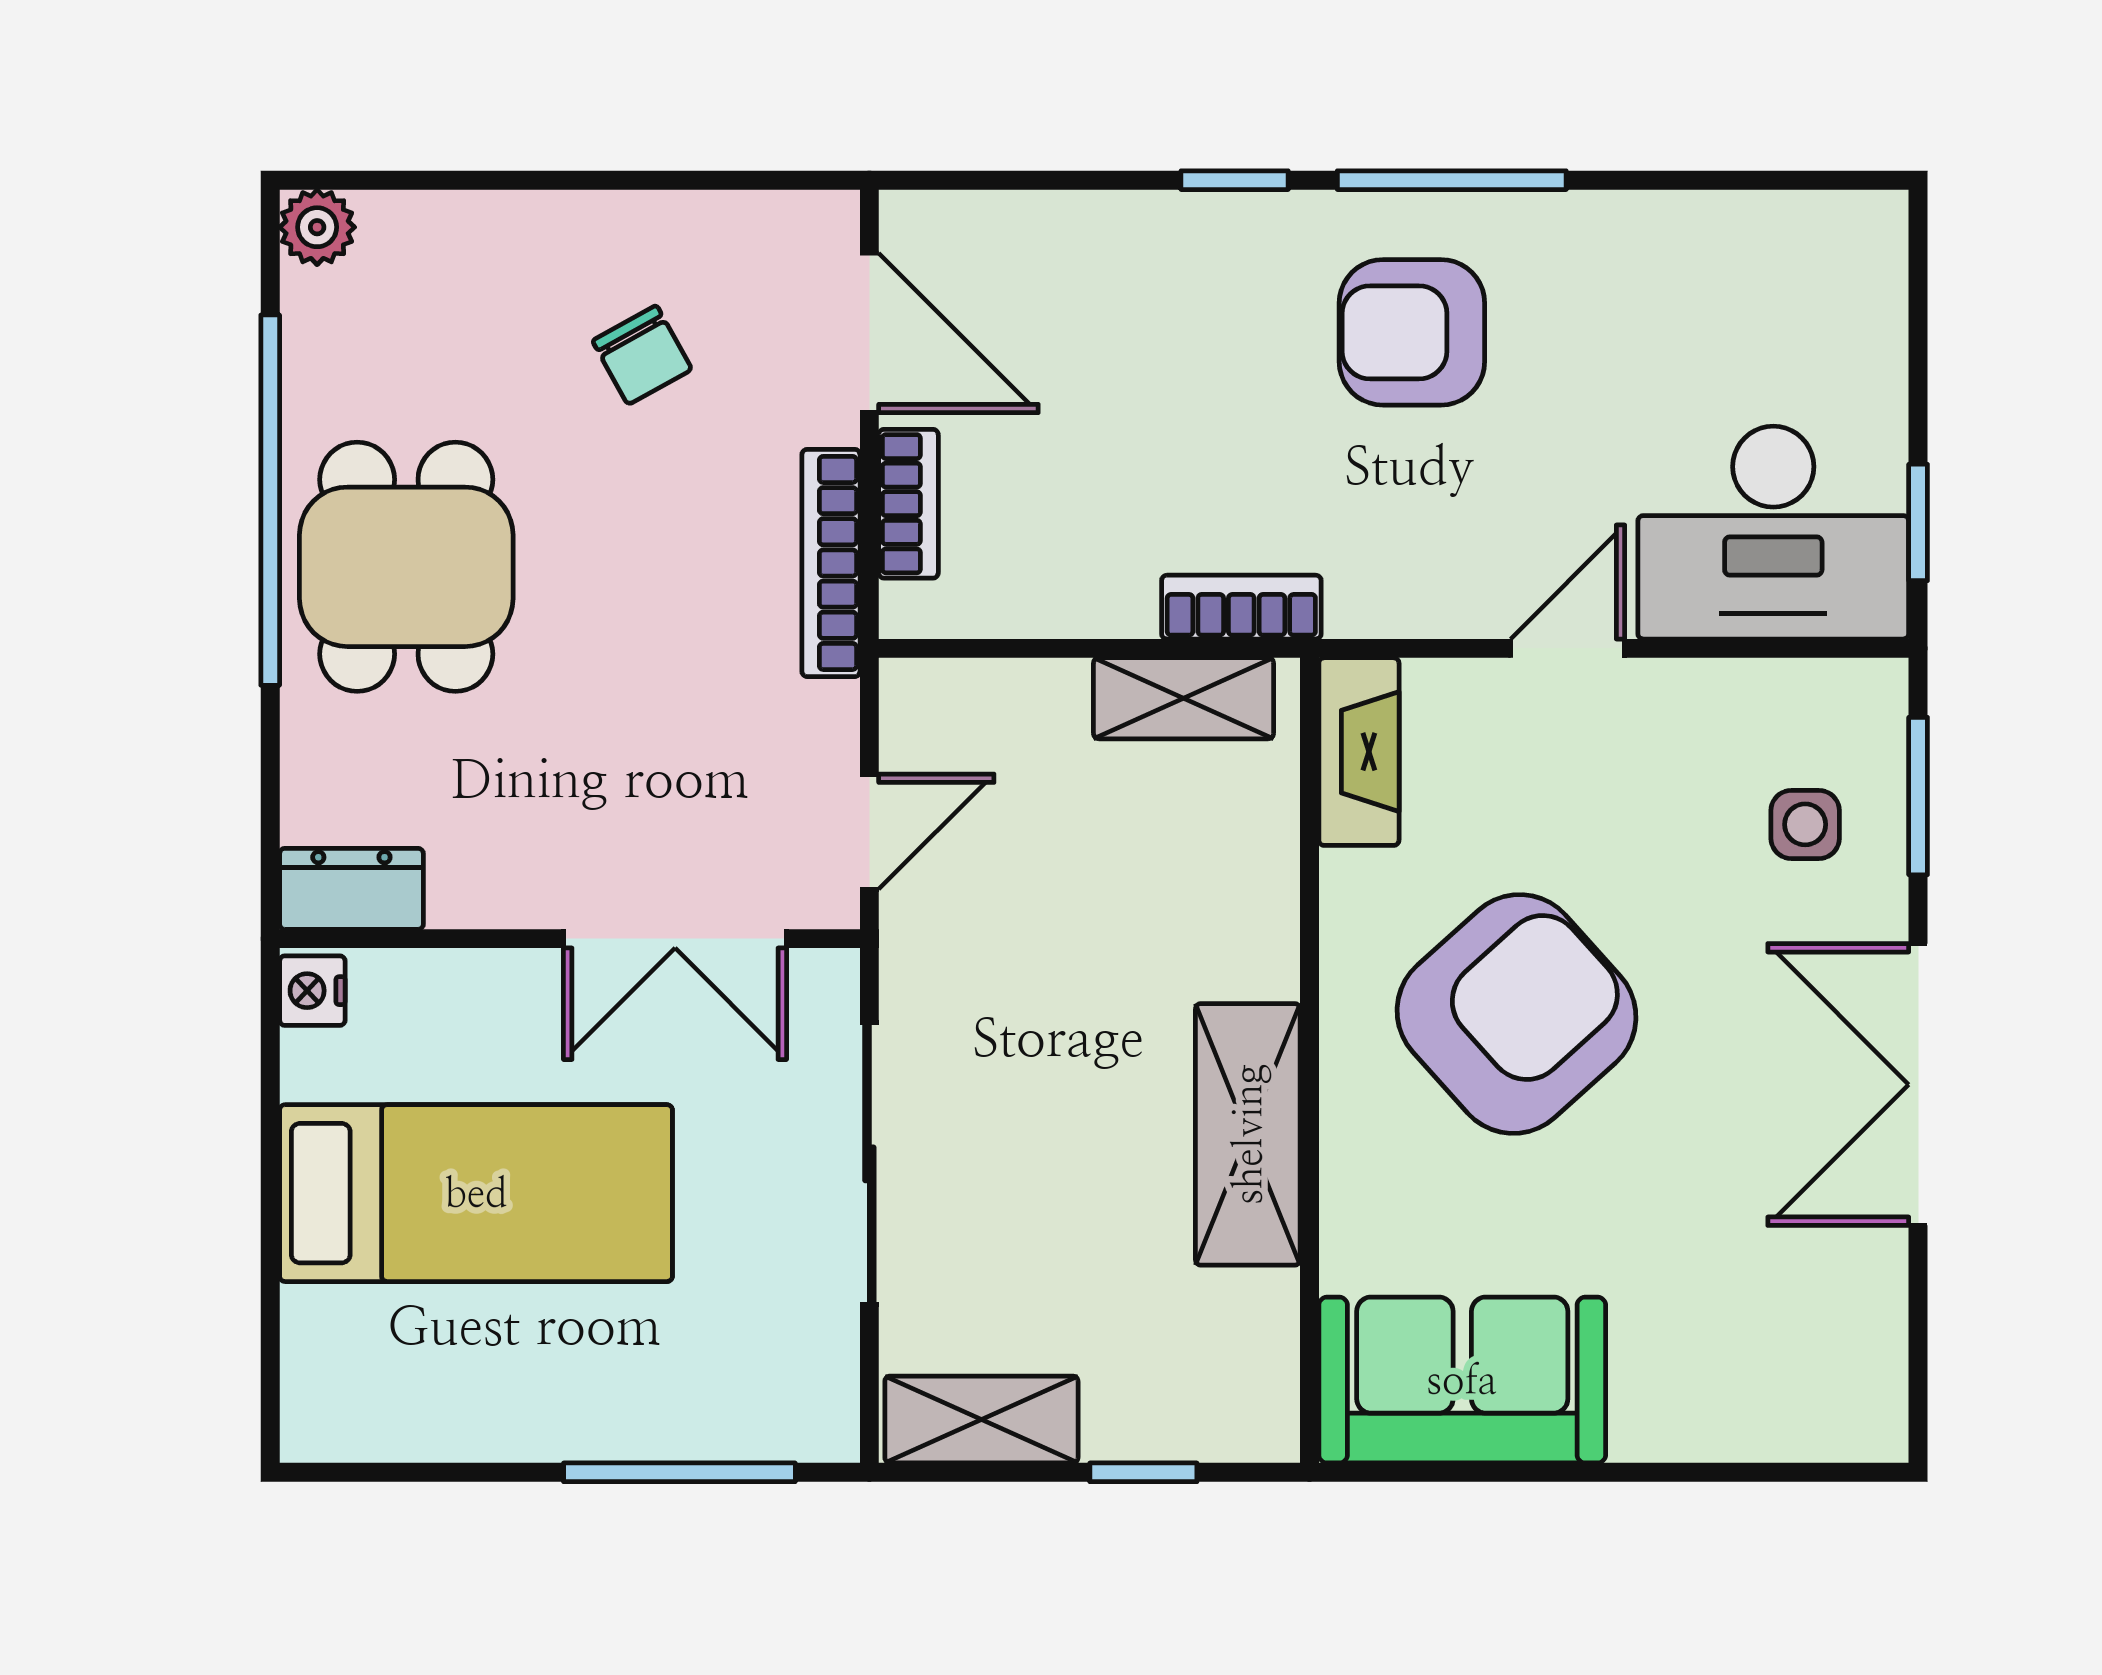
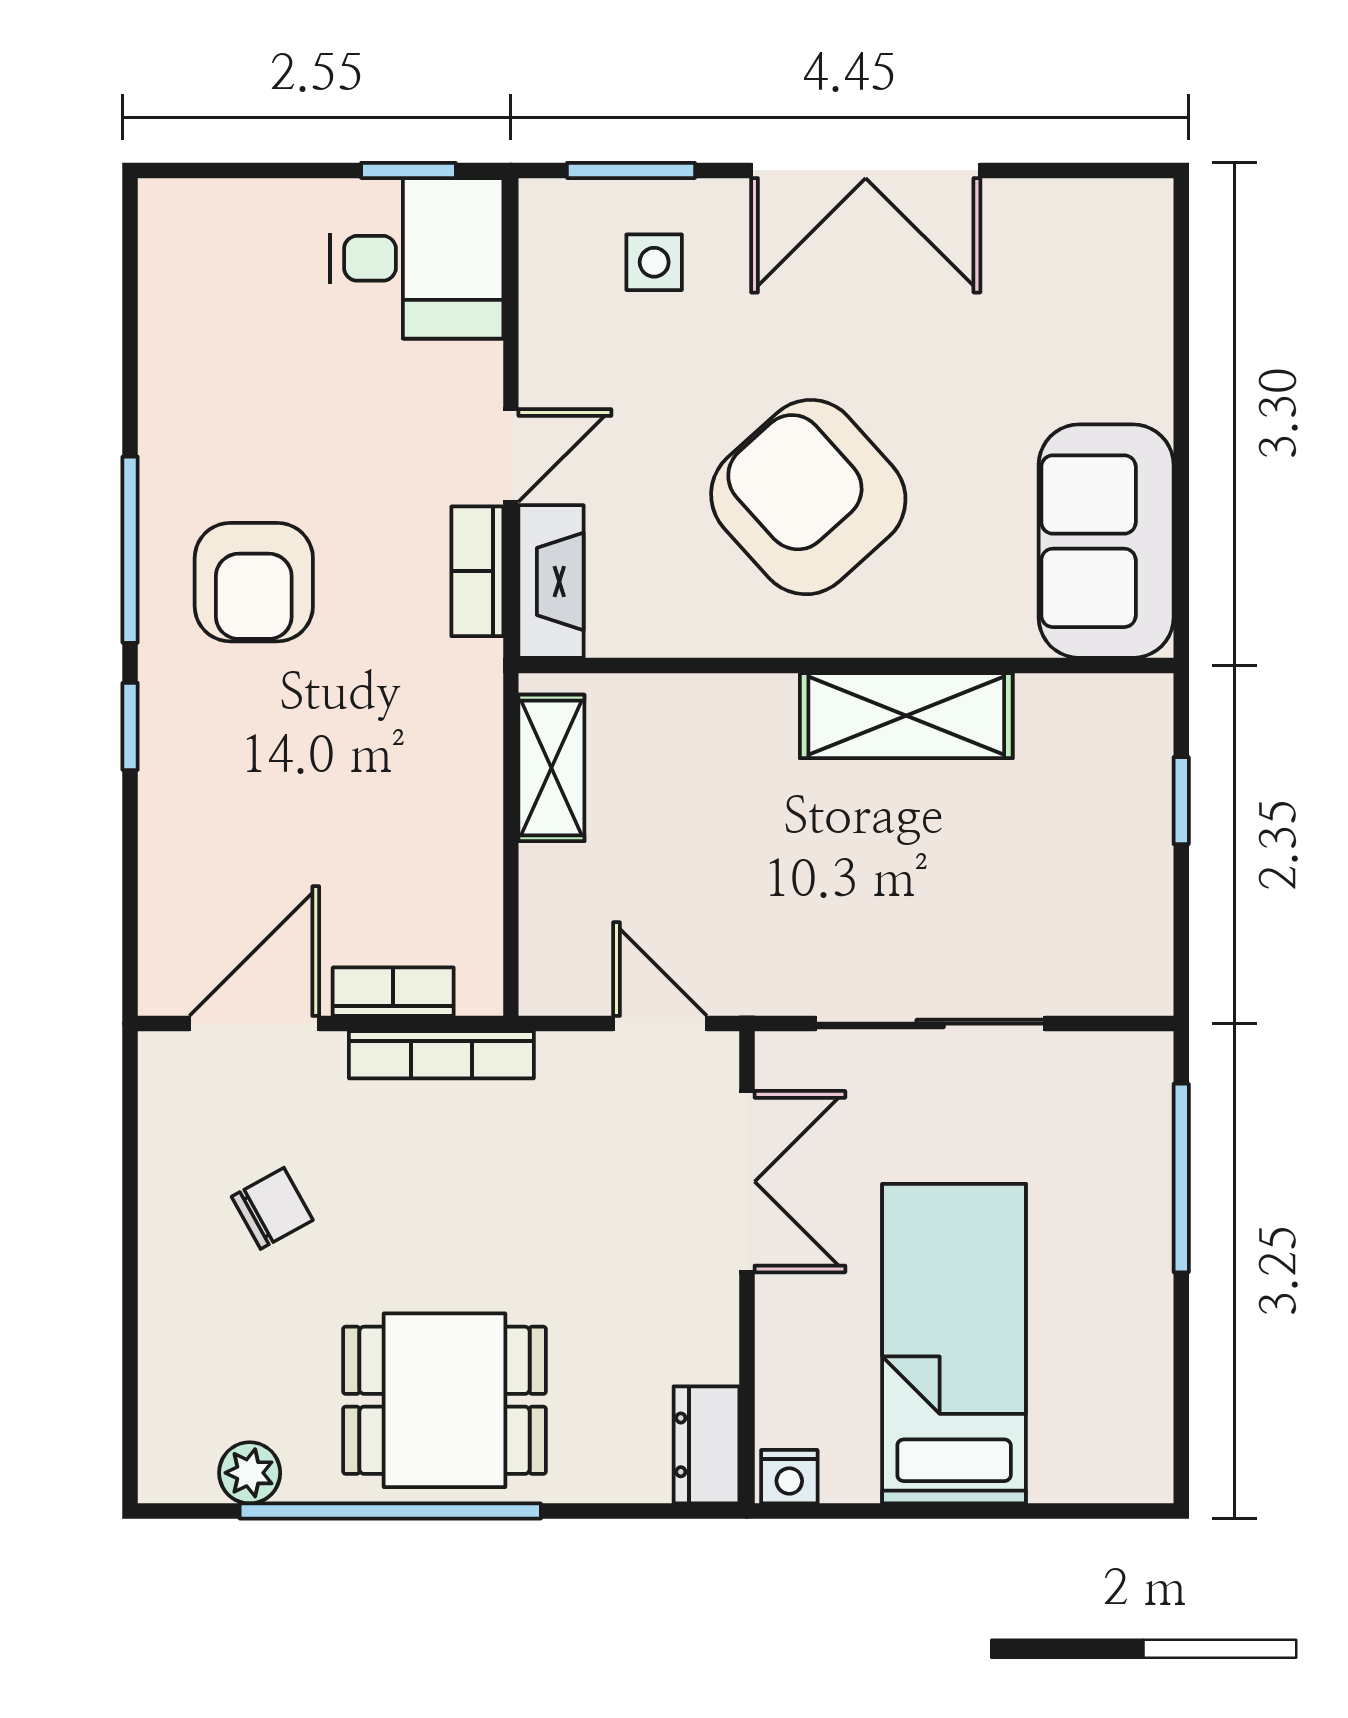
plant: (317, 227) -> (250, 1473), moved
desk: (1773, 533) -> (417, 258), width x0.73
bookcase: (1241, 607) -> (477, 571), moved
door: (1568, 648) -> (511, 455), swing flipped
fireplace: (1359, 752) -> (551, 582), moved, turned 90
shelving: (981, 1419) -> (1138, 932), removed

